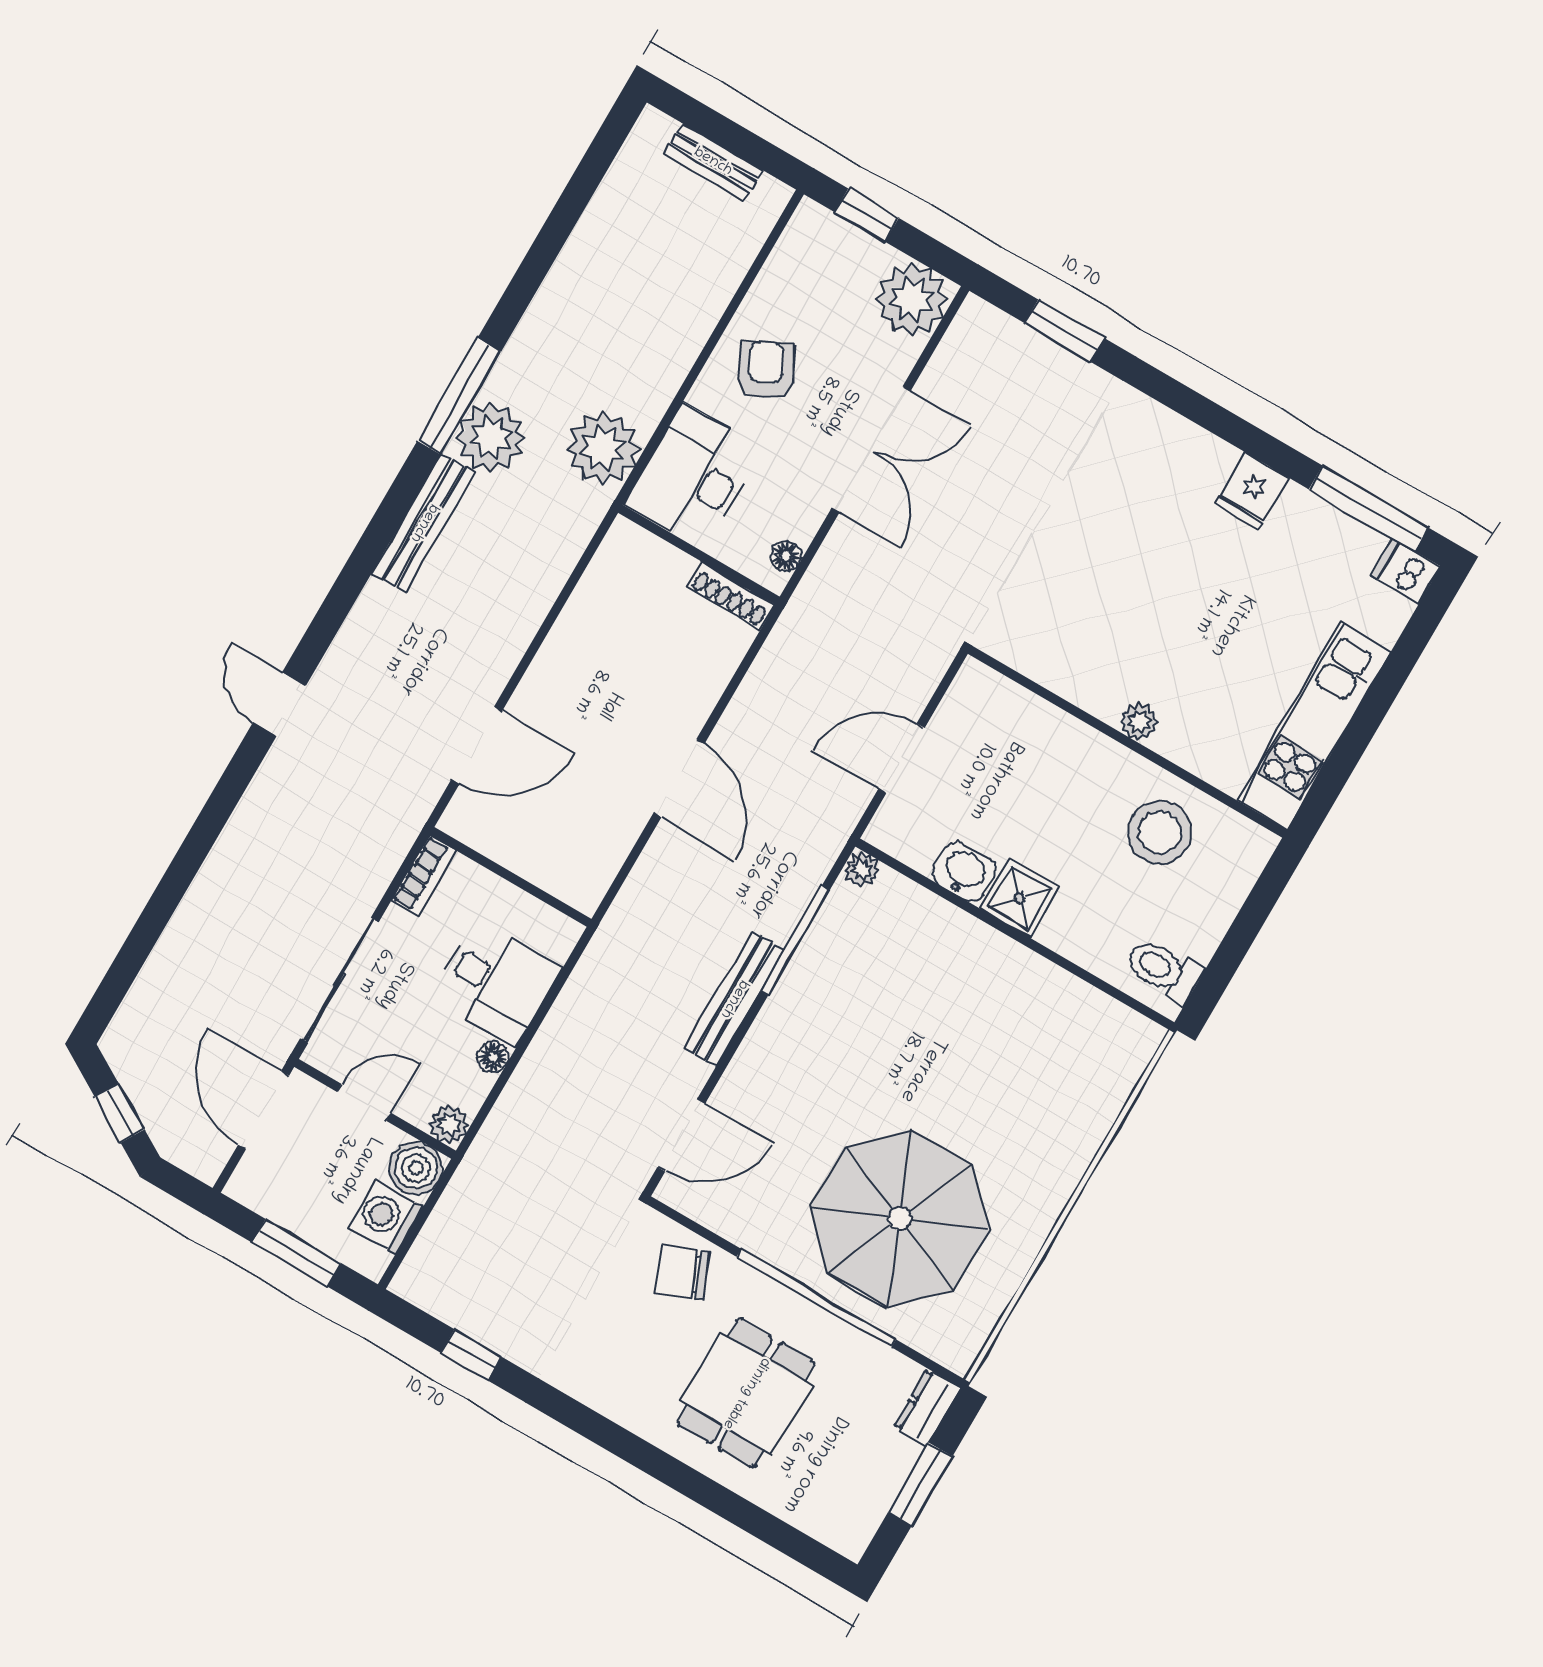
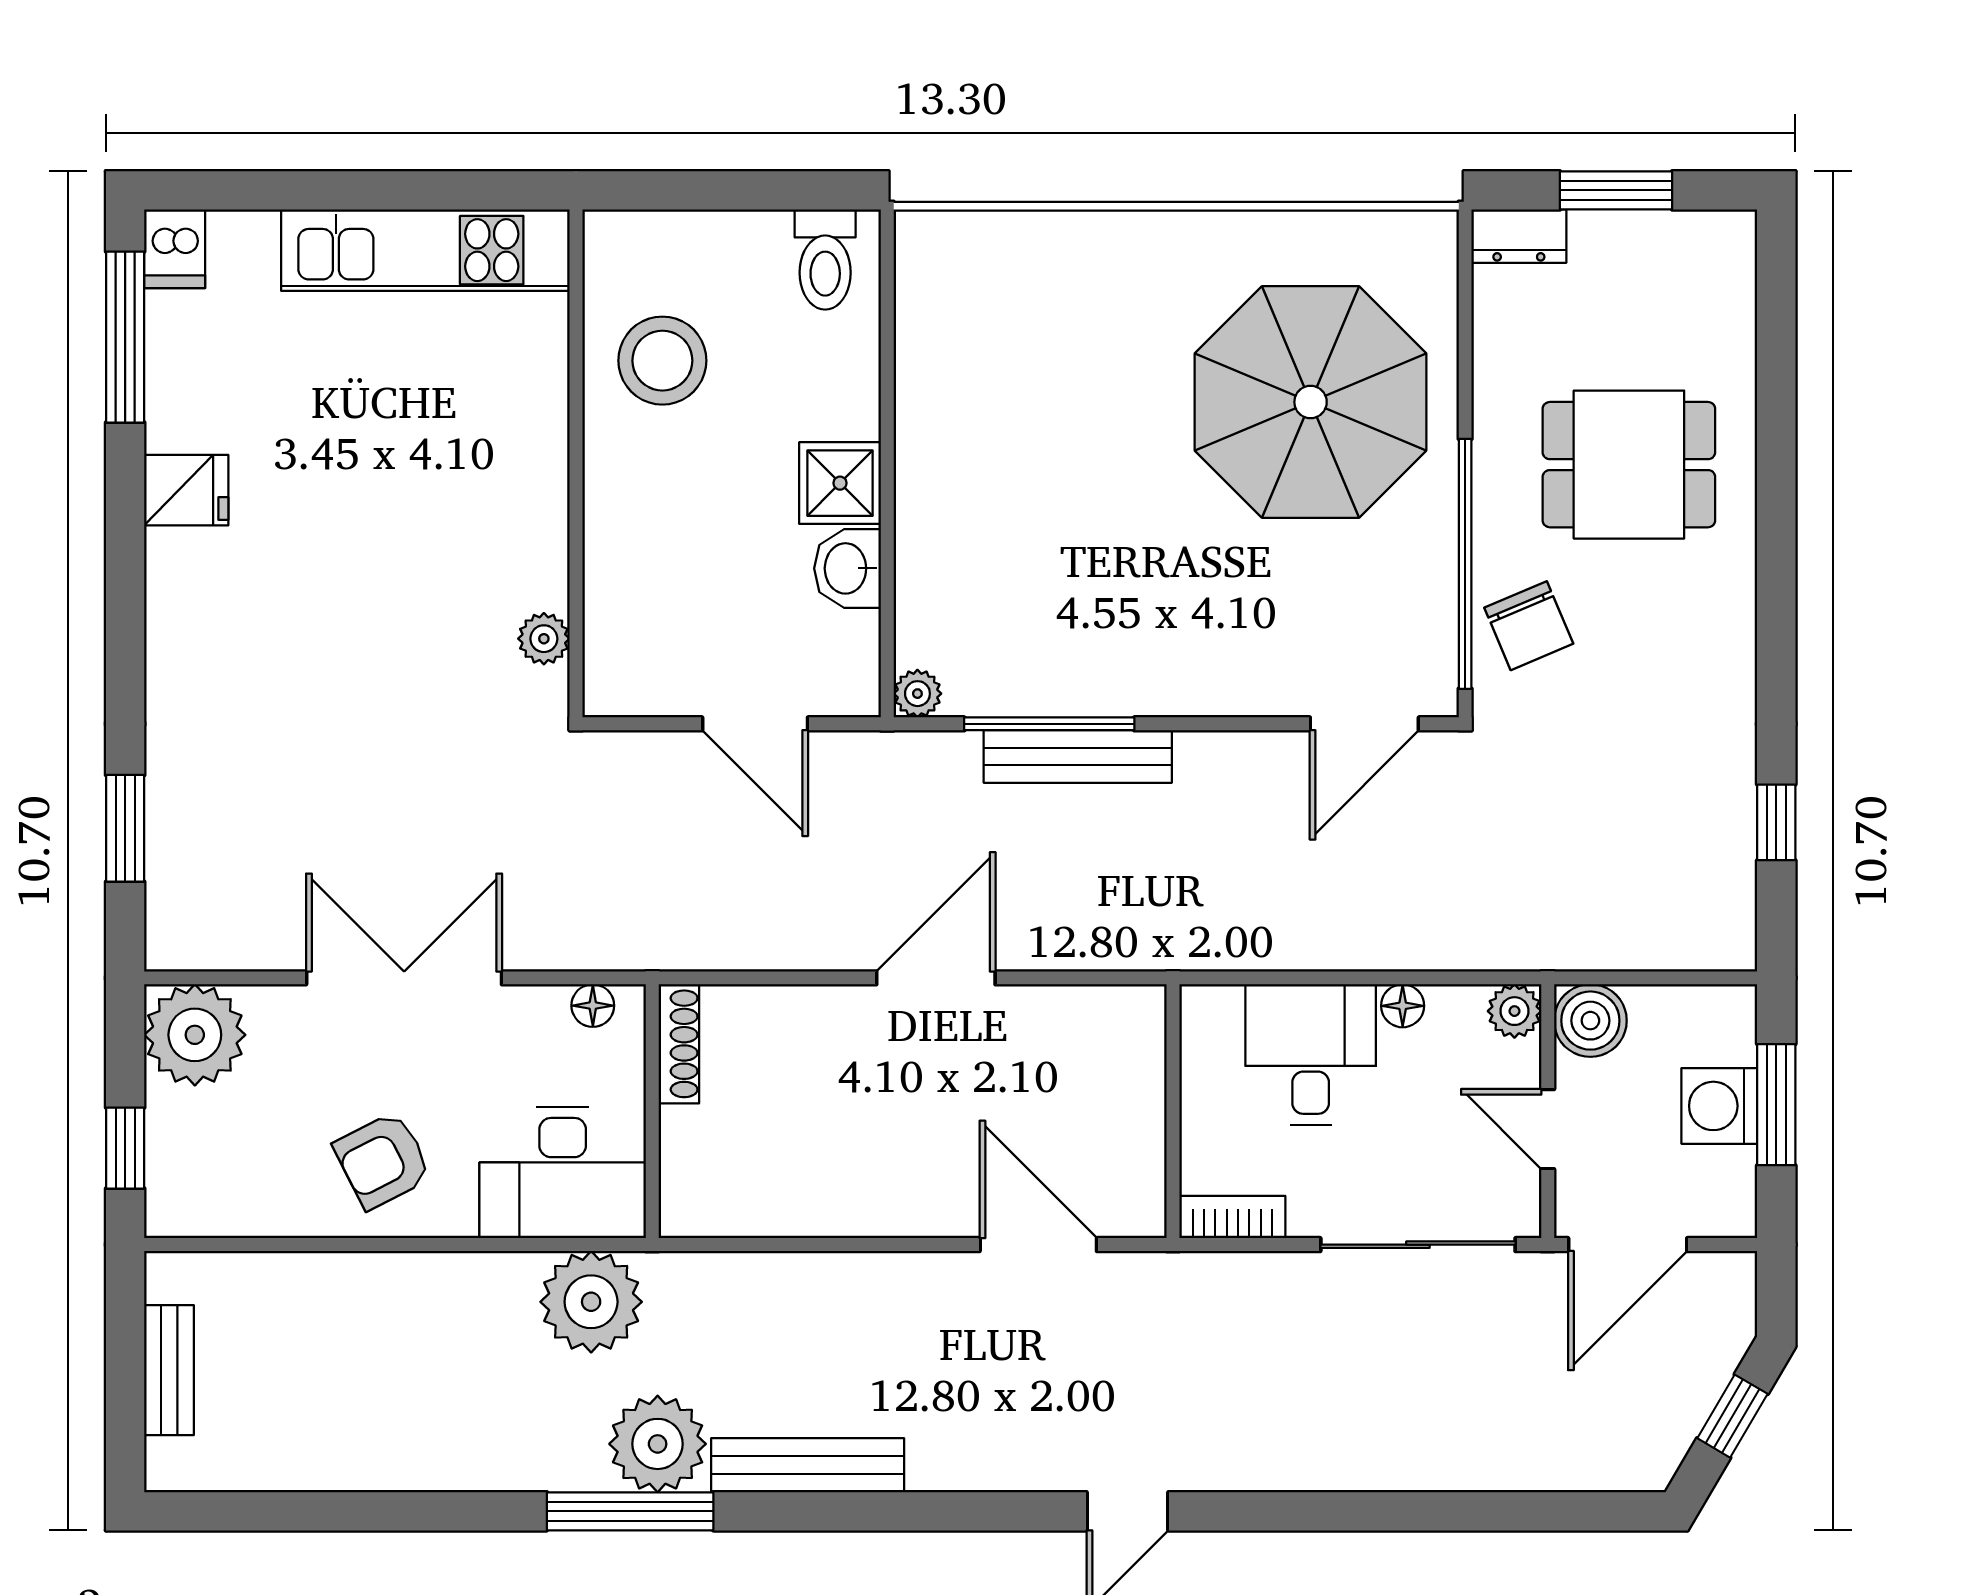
plant: (1139, 722) -> (544, 639), moved
bench: (734, 999) -> (1078, 757), moved
door: (681, 1135) -> (1364, 724), swing flipped
washing machine: (386, 1217) -> (1719, 1106), moved, turned 90
window: (816, 1298) -> (1465, 564), moved

